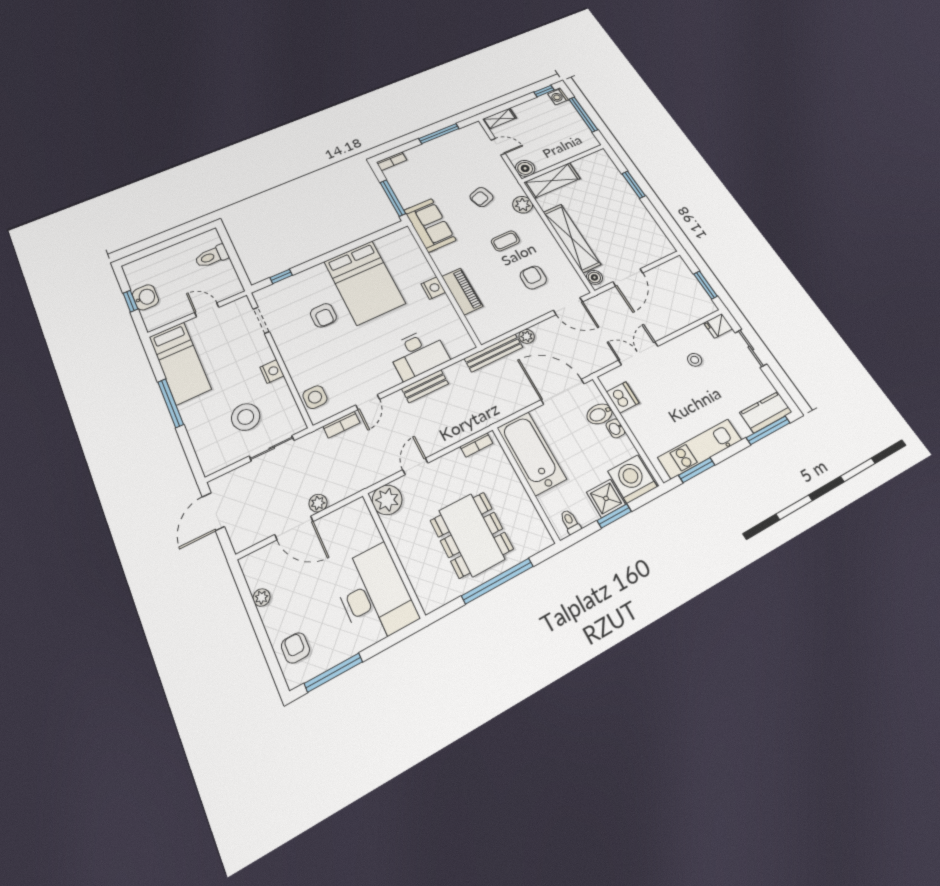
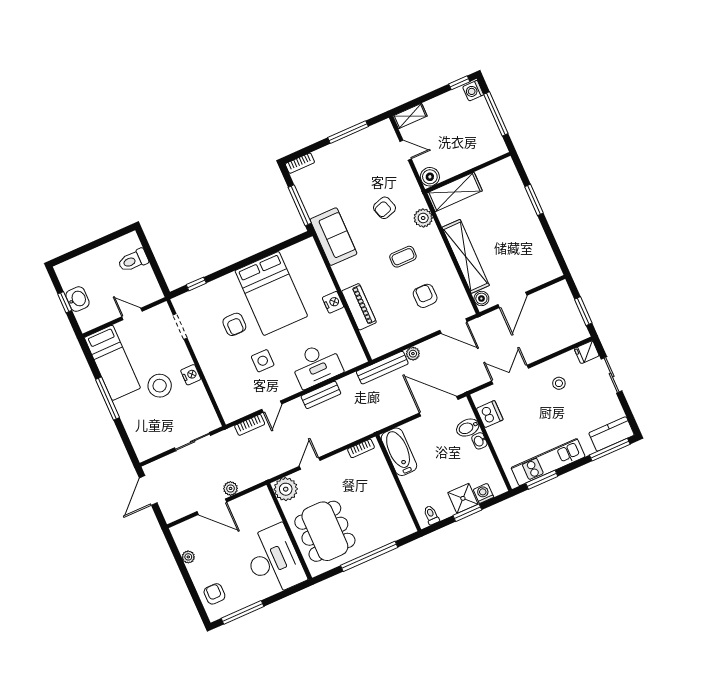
side table: (315, 397) -> (263, 361), moved
stool: (246, 417) -> (160, 386), moved
bathtub: (532, 453) -> (399, 452), width x0.73, depth x0.73
washing machine: (632, 479) -> (483, 493), width x0.53, depth x0.53
dining table: (472, 535) -> (325, 531), moved

